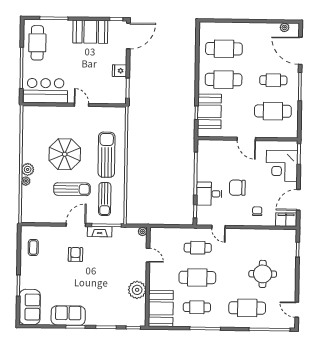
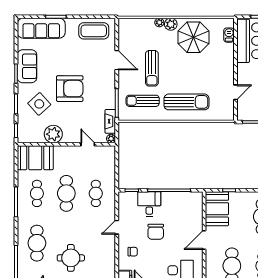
door: (81, 105) -> (235, 92), moved
barbecue: (39, 111) -> (229, 35), added
booth: (209, 111) -> (217, 209), moved, turned 90
parasol: (65, 154) -> (194, 37), moved
chair: (237, 188) -> (156, 232), turned 180
door: (76, 225) -> (117, 60), moved
door: (219, 227) -> (117, 227), moved
fireplace: (100, 232) -> (110, 121), moved
coffee table: (33, 247) -> (94, 31), width x1.86, depth x1.72
armchair: (75, 254) -> (70, 89), moved, width x1.88, depth x1.88
door: (148, 255) -> (88, 144), swing flipped
side table: (106, 304) -> (39, 104), added
sofa: (30, 307) -> (41, 28), width x1.36

